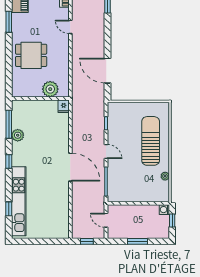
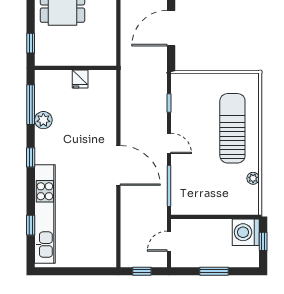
door: (107, 71) -> (171, 28), hinge flipped
window: (9, 81) -> (31, 43), added
plant: (50, 89) -> (90, 54), removed
fridge: (64, 106) -> (80, 79), moved
washing machine: (164, 210) -> (246, 232), width x1.89, depth x1.89
door: (106, 220) -> (169, 241), hinge flipped

